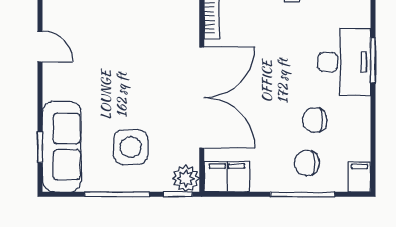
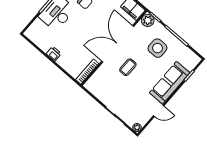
door: (40, 47) -> (159, 111), swing flipped
coffee table: (152, 74) -> (128, 67), added
sofa: (62, 147) -> (170, 83), moved

